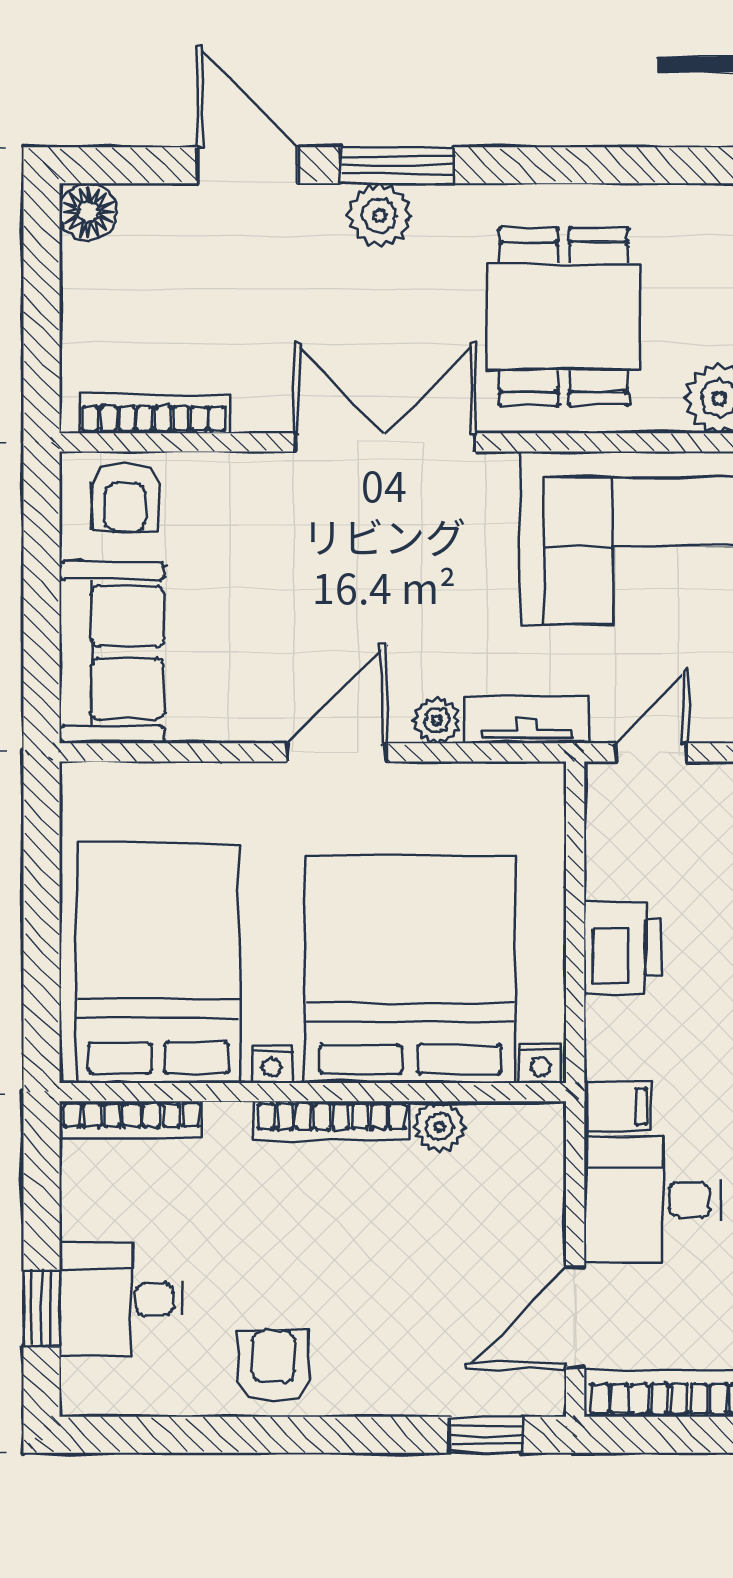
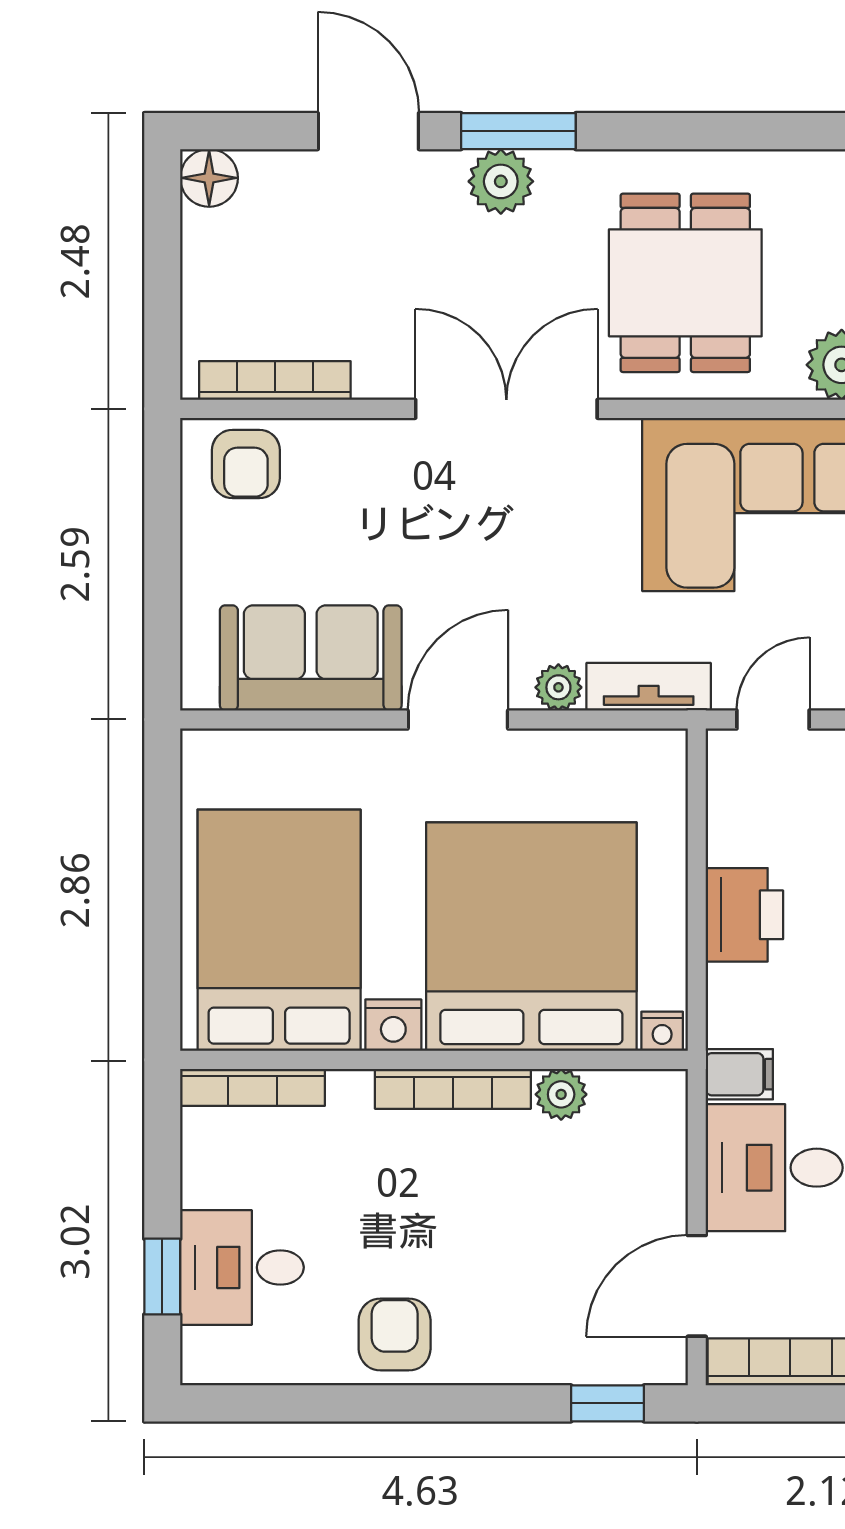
sofa: (112, 653) -> (311, 658), moved, turned -90
nightstand: (272, 1064) -> (393, 1025), width x1.39, depth x1.35

